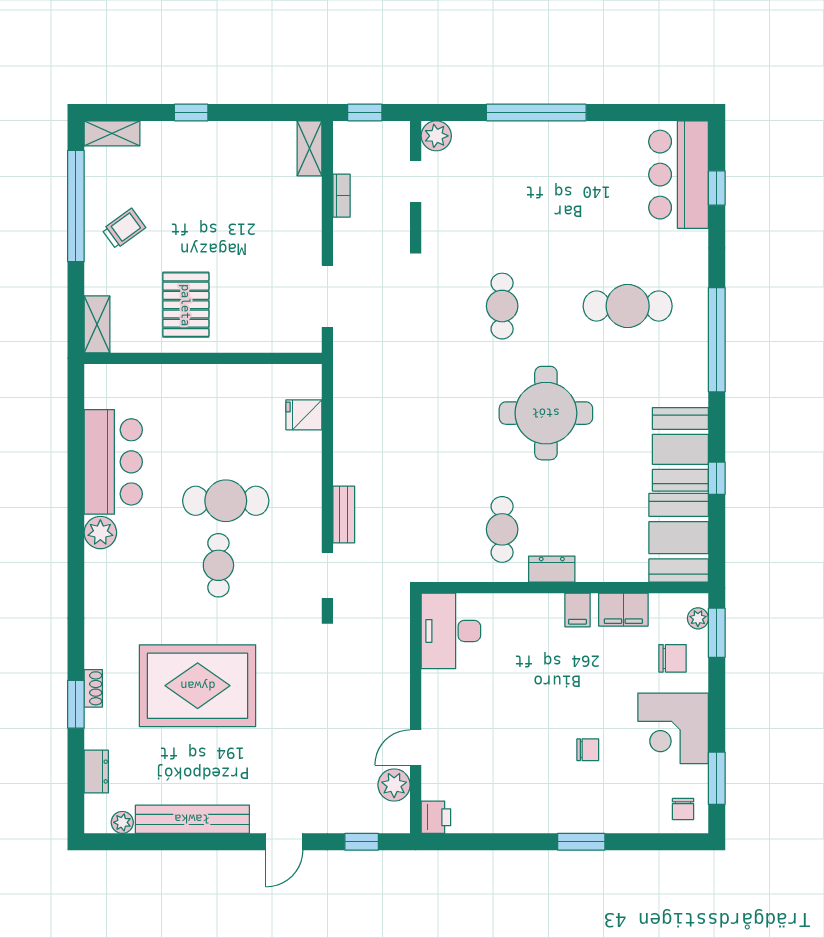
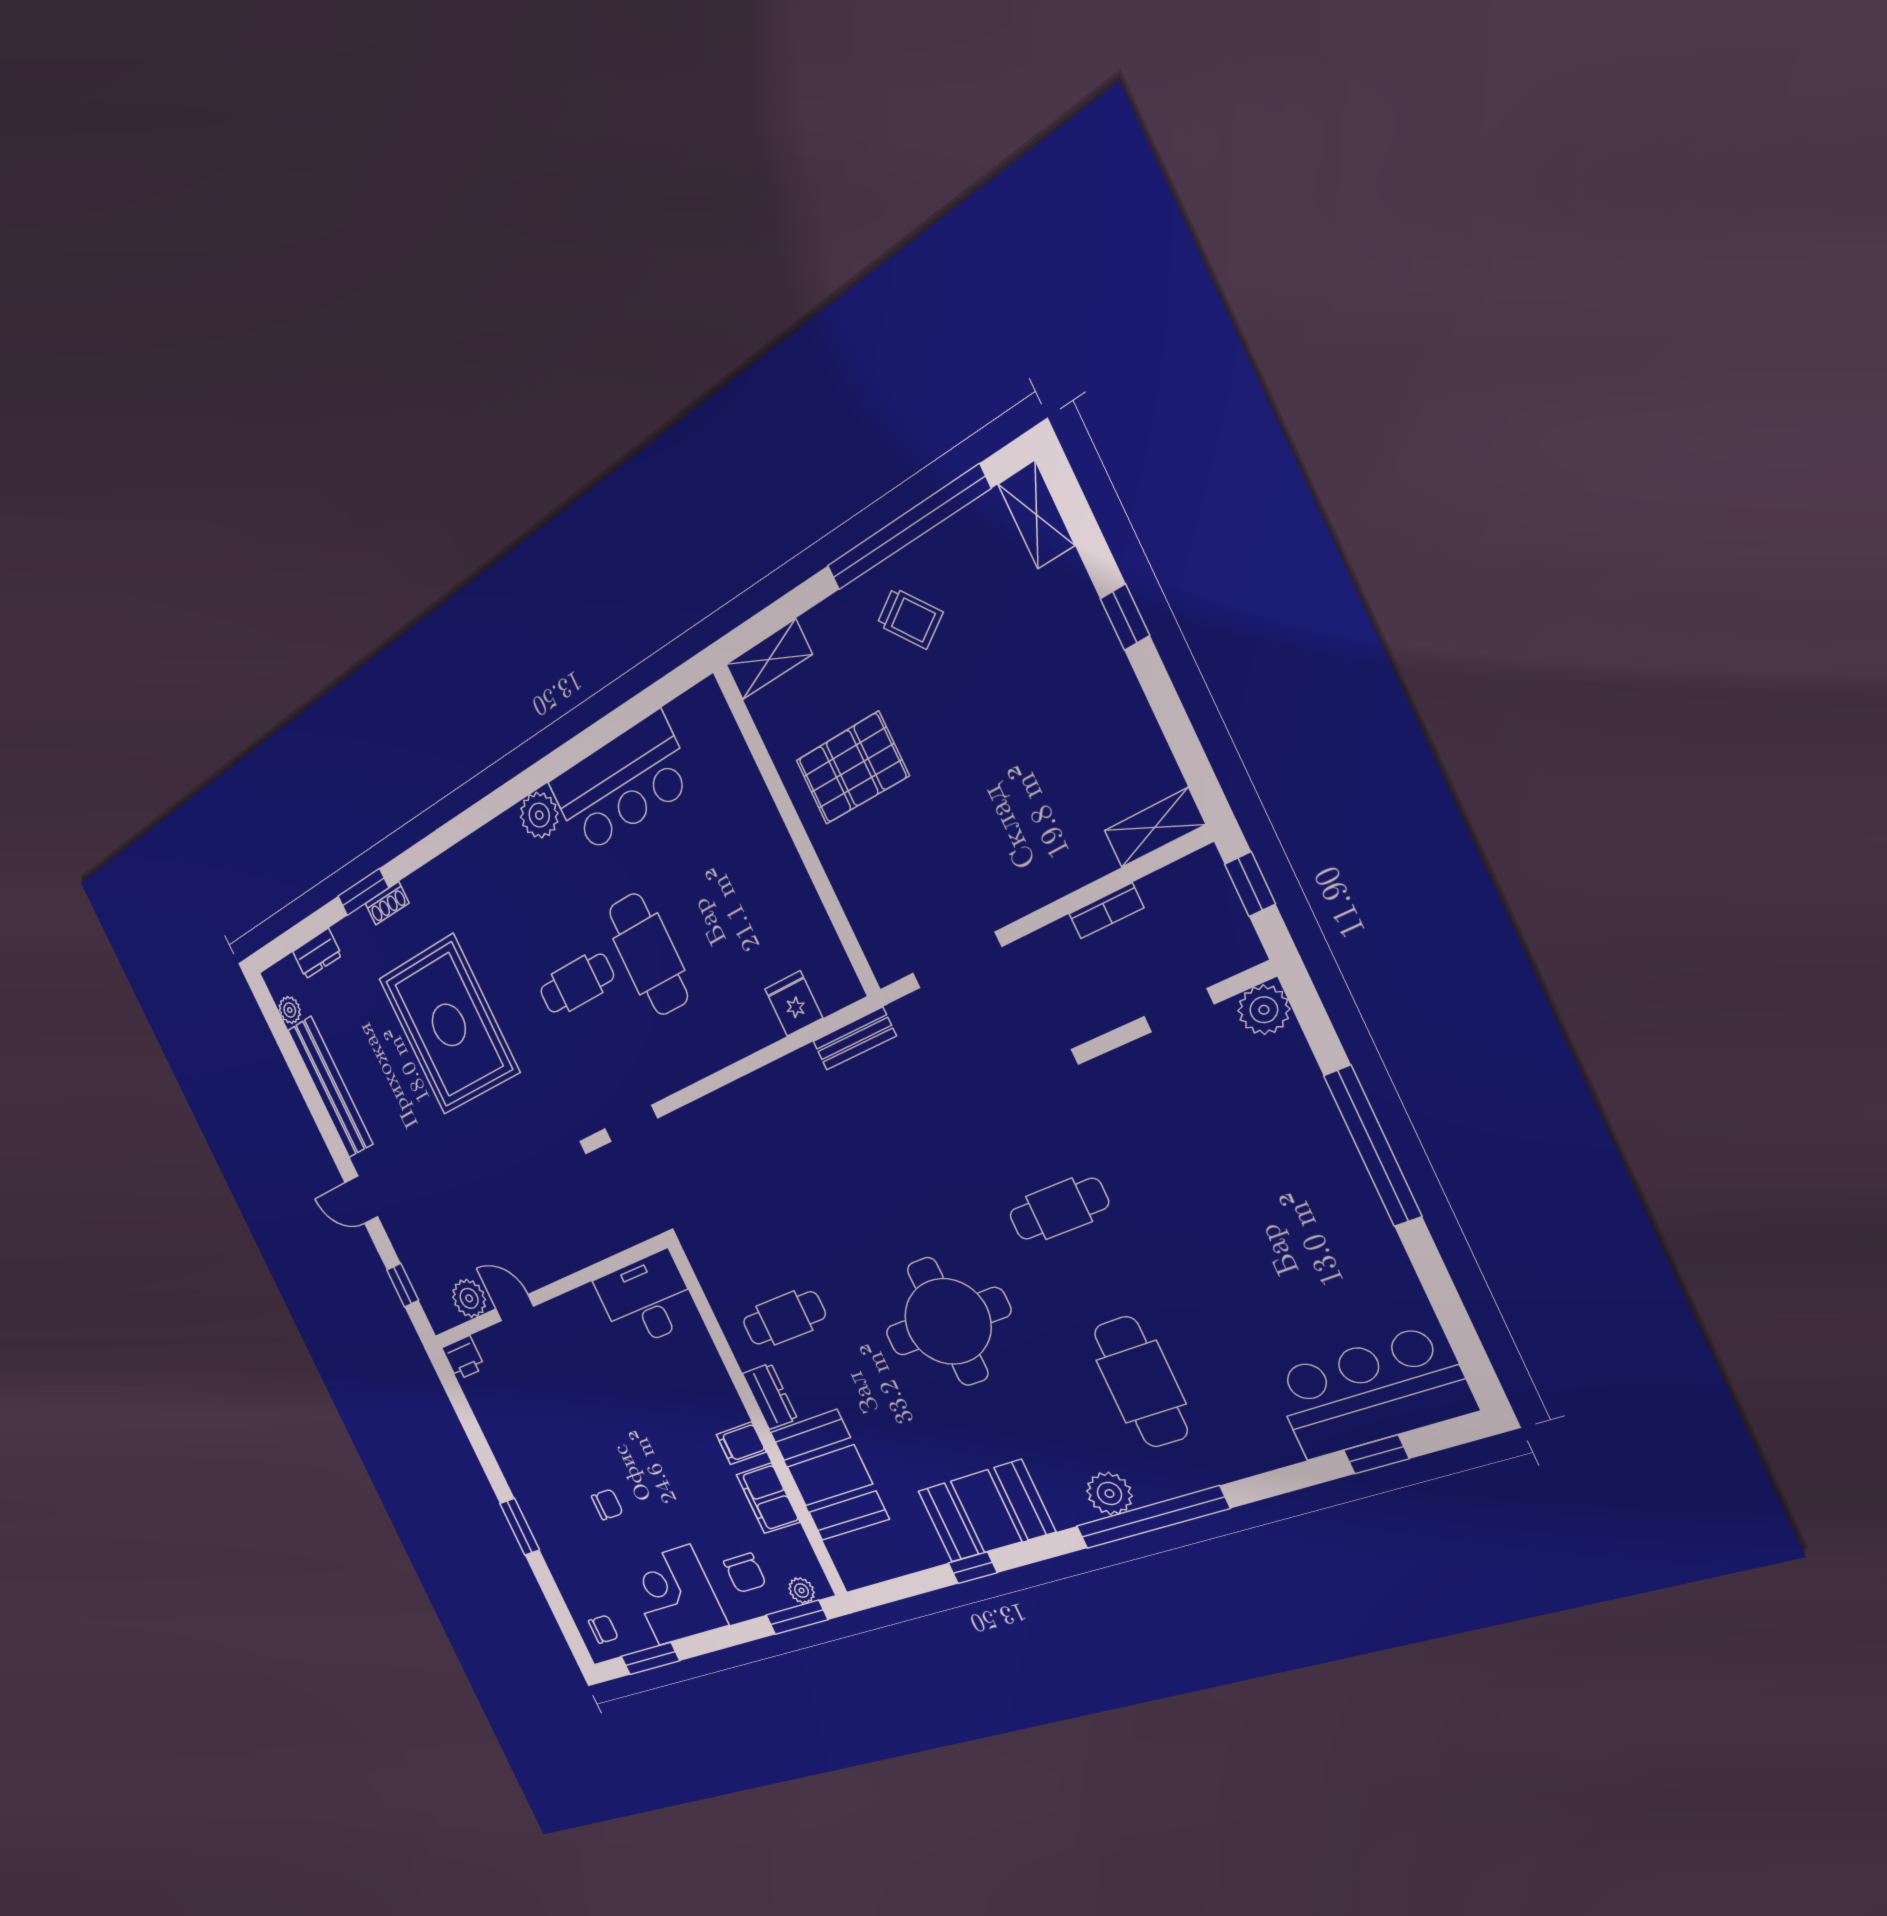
plant: (693, 360) -> (1109, 1493), added
bench: (344, 514) -> (854, 1039), moved
booth: (679, 538) -> (830, 1475), moved, turned 90
chair: (588, 750) -> (607, 1505), turned -90
chair: (683, 809) -> (603, 1629), turned 180

